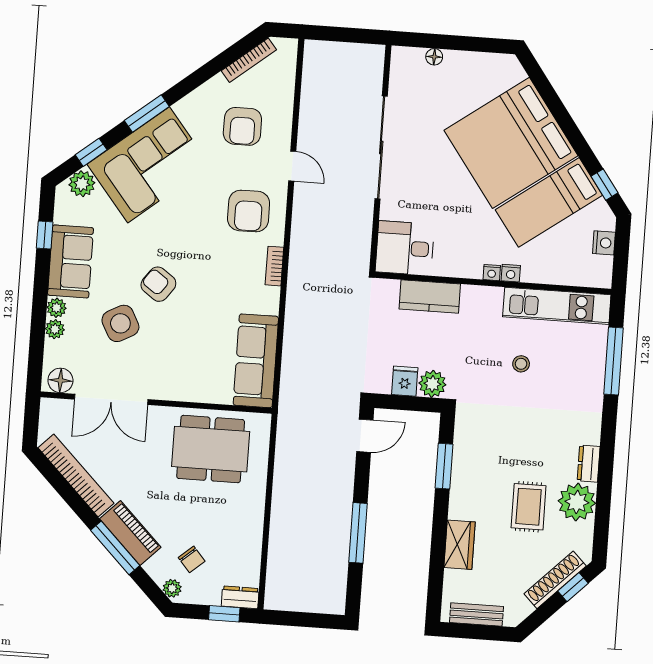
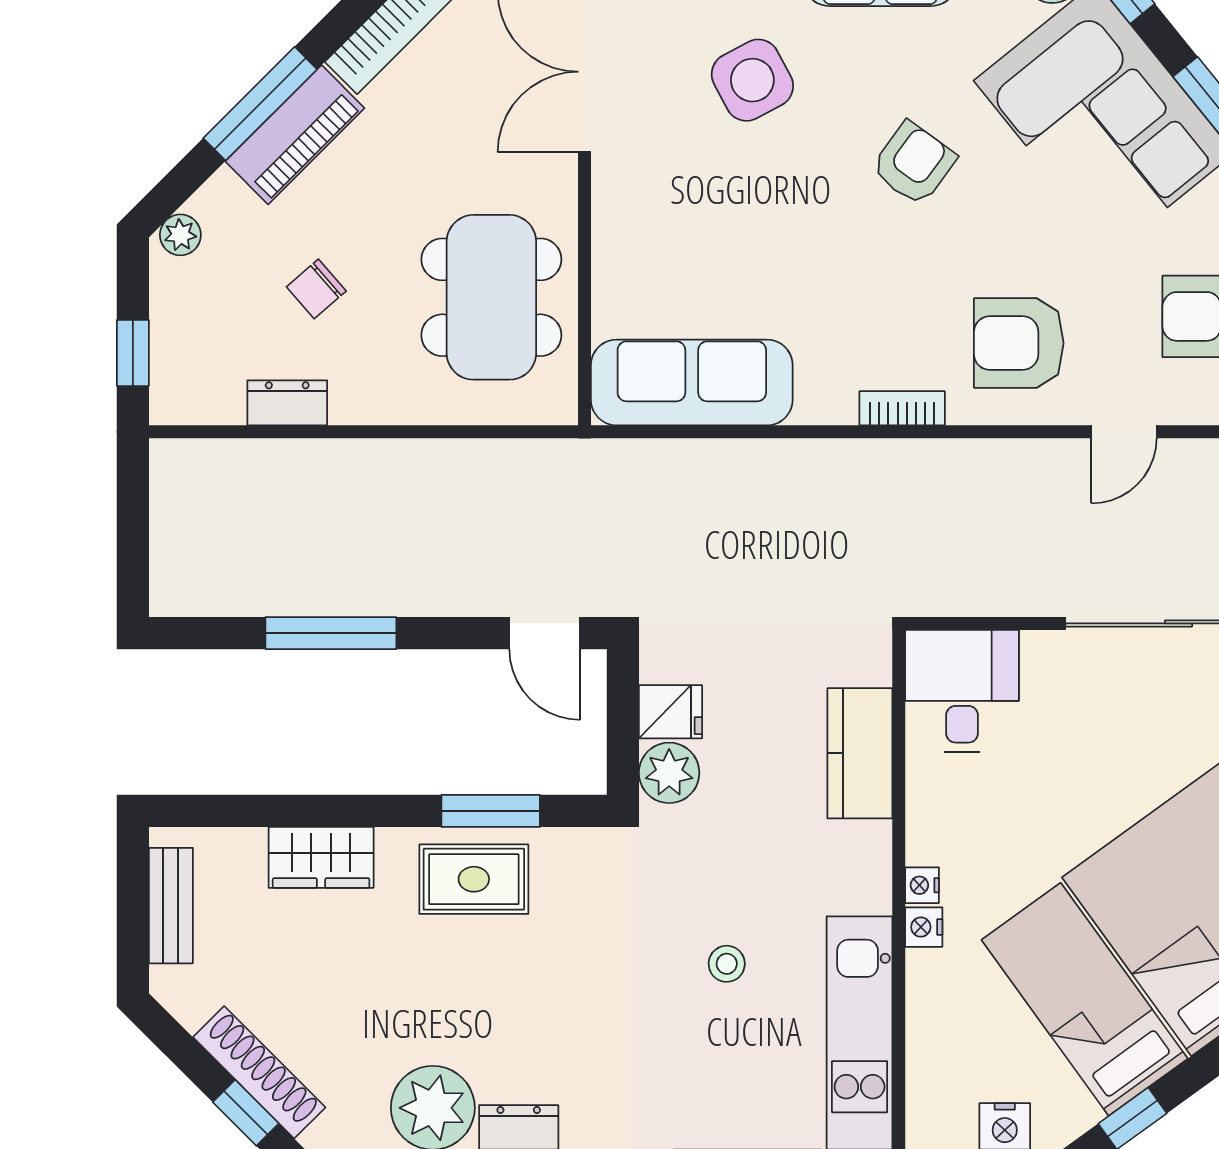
armchair: (158, 284) -> (914, 163), moved
rug: (529, 507) -> (474, 879), moved
chair: (192, 559) -> (316, 289), moved
dresser: (240, 597) -> (287, 403), moved, turned -90

